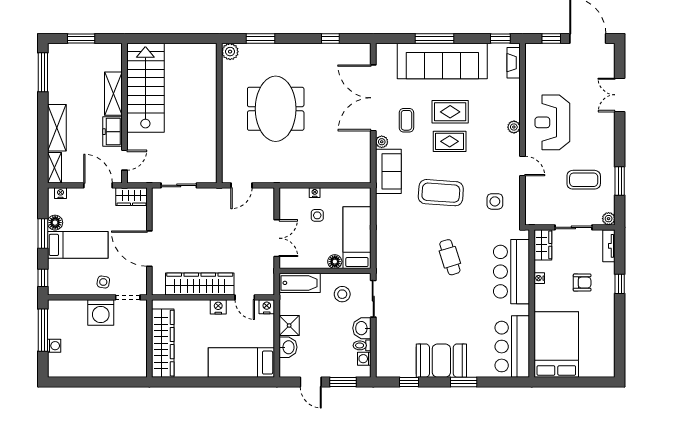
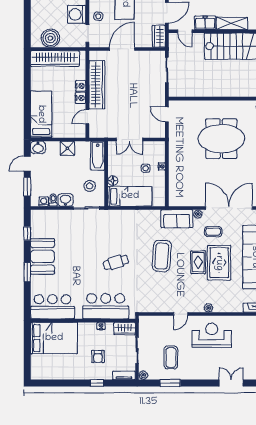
rug: (450, 112) -> (219, 263), width x1.36, depth x1.43
side table: (495, 201) -> (156, 294), removed
nightstand: (267, 307) -> (81, 86), moved
washbasin: (288, 347) -> (38, 147), moved
boiler: (134, 349) -> (50, 38), added

